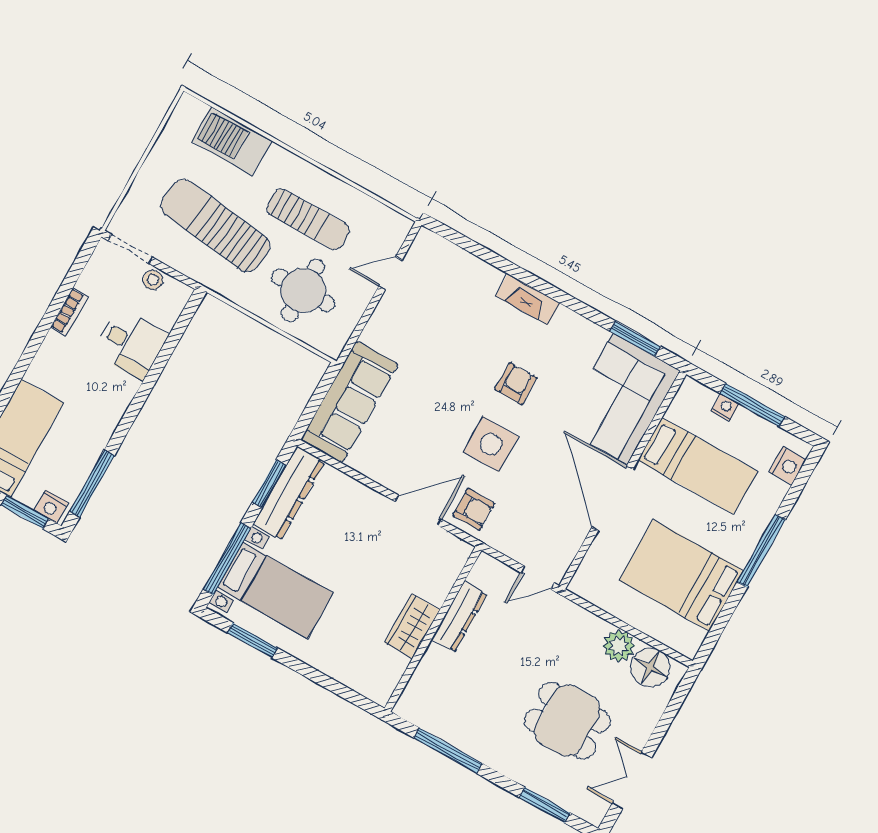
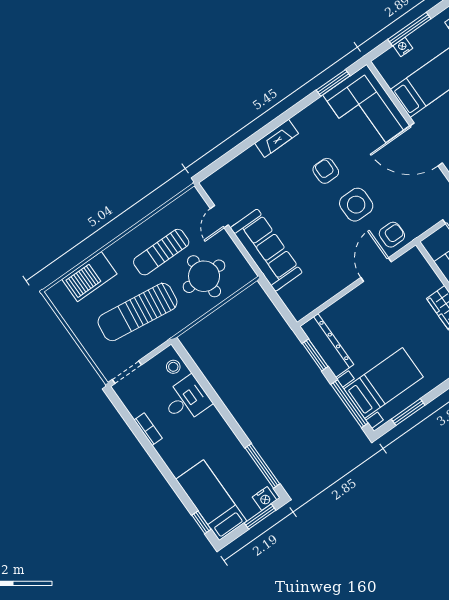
sun lounger: (308, 219) -> (161, 252), turned 180
stool: (153, 280) -> (173, 367), moved
sofa: (350, 402) -> (266, 250), moved

